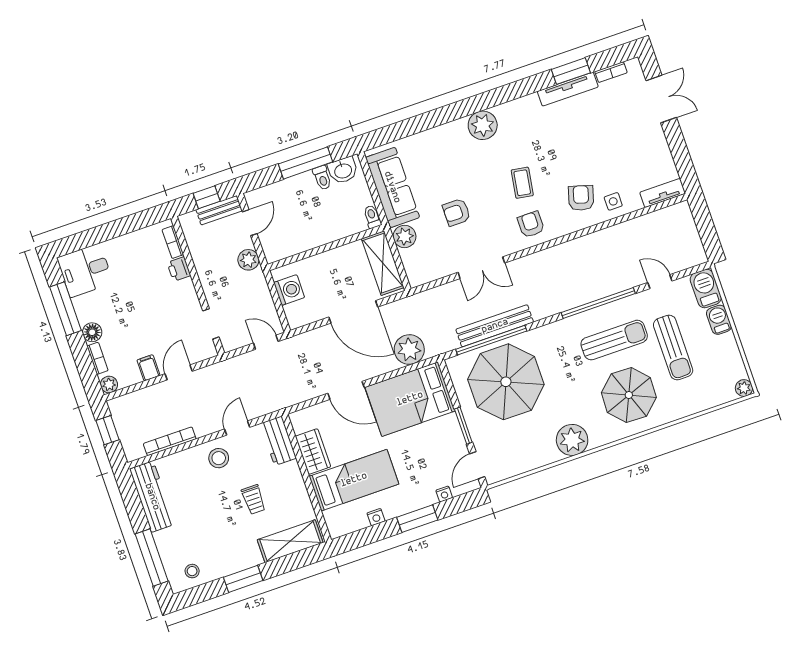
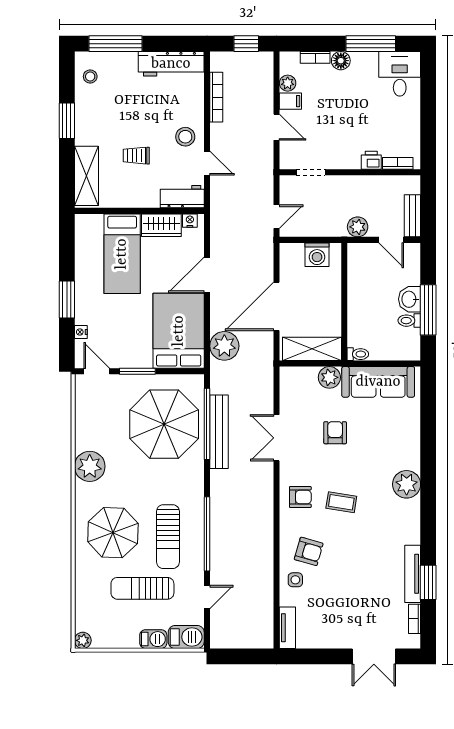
washbasin: (343, 170) -> (410, 299), moved
window: (207, 197) -> (428, 208), removed
plant: (109, 384) -> (288, 83), moved
nightstand: (376, 517) -> (190, 221), moved, turned 90

